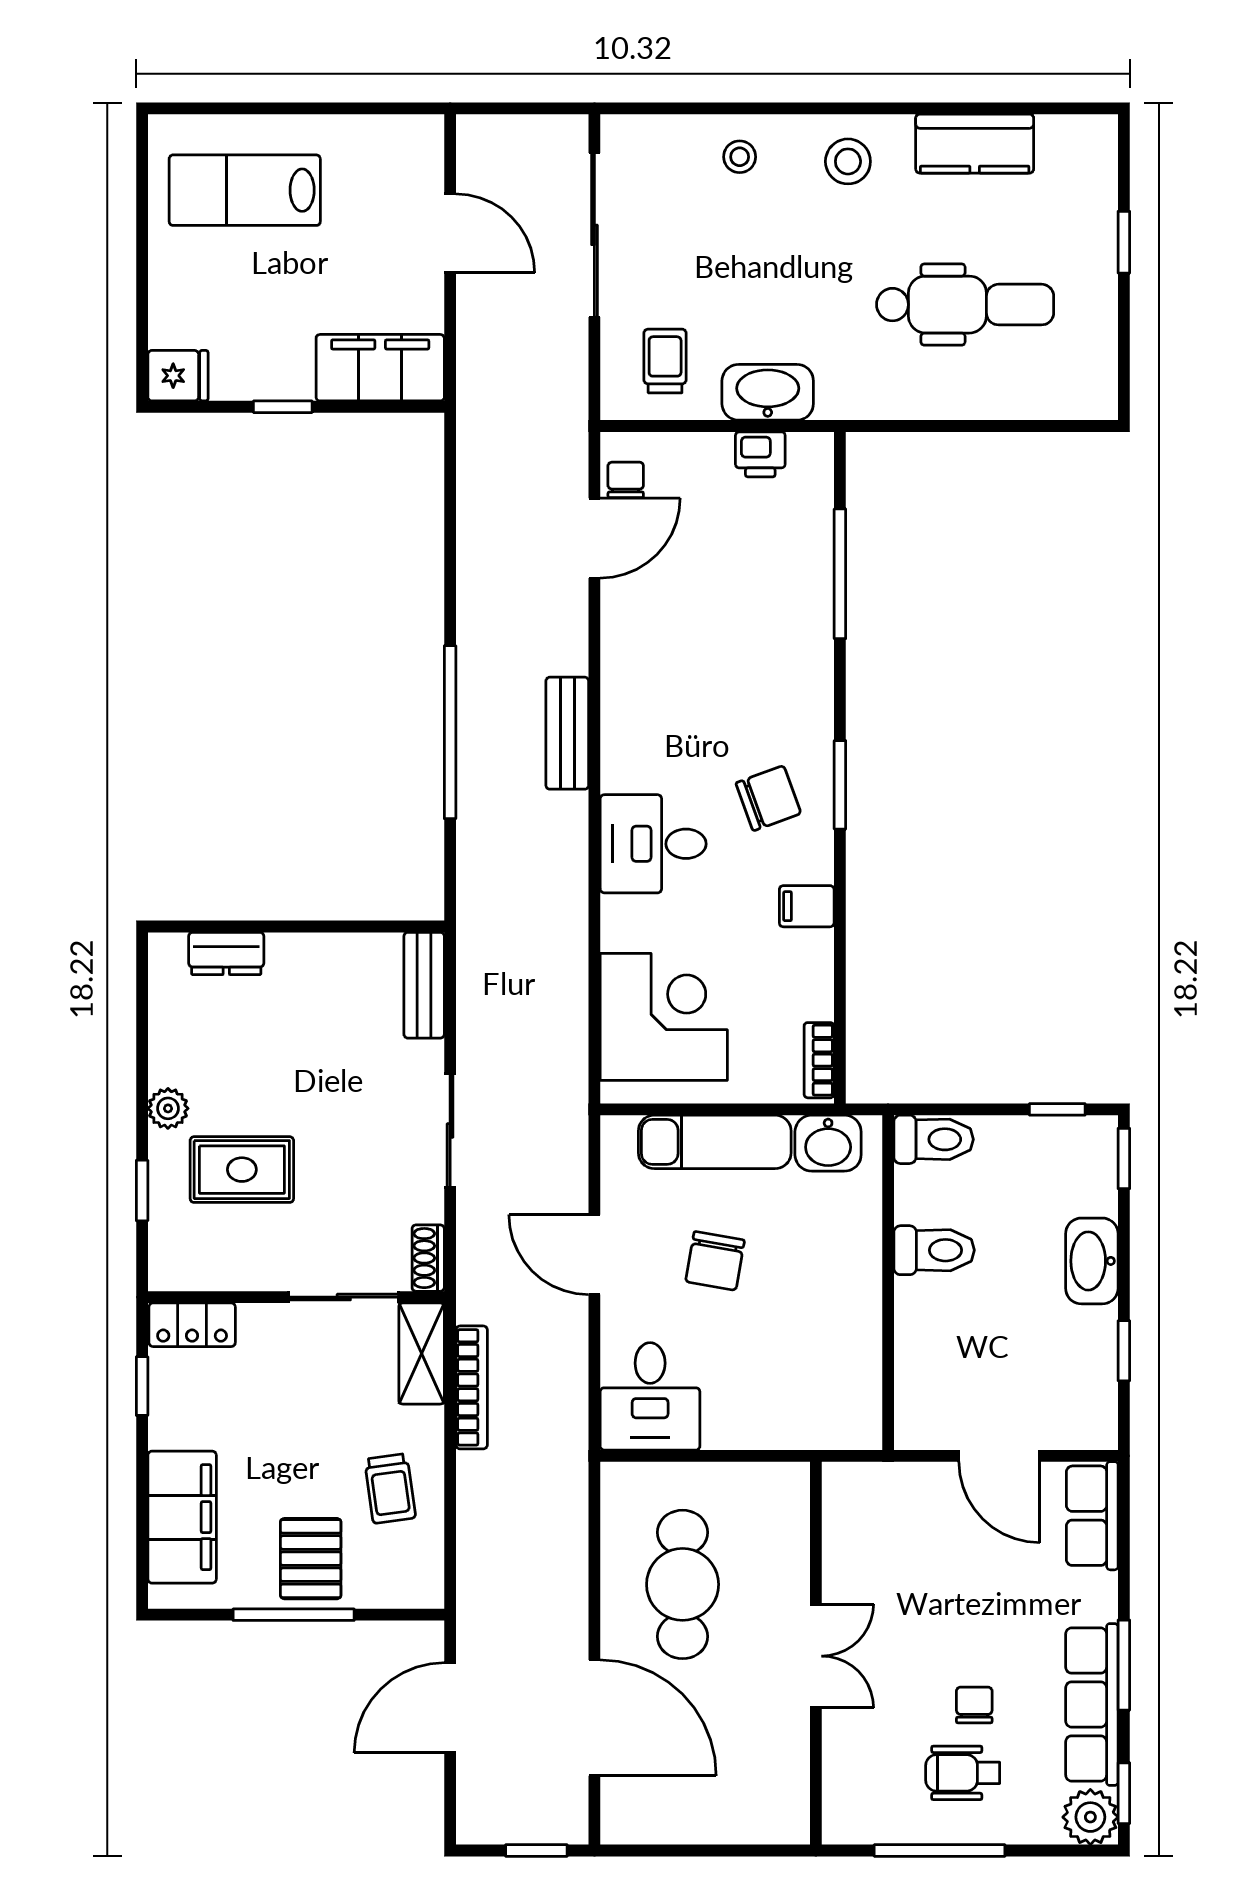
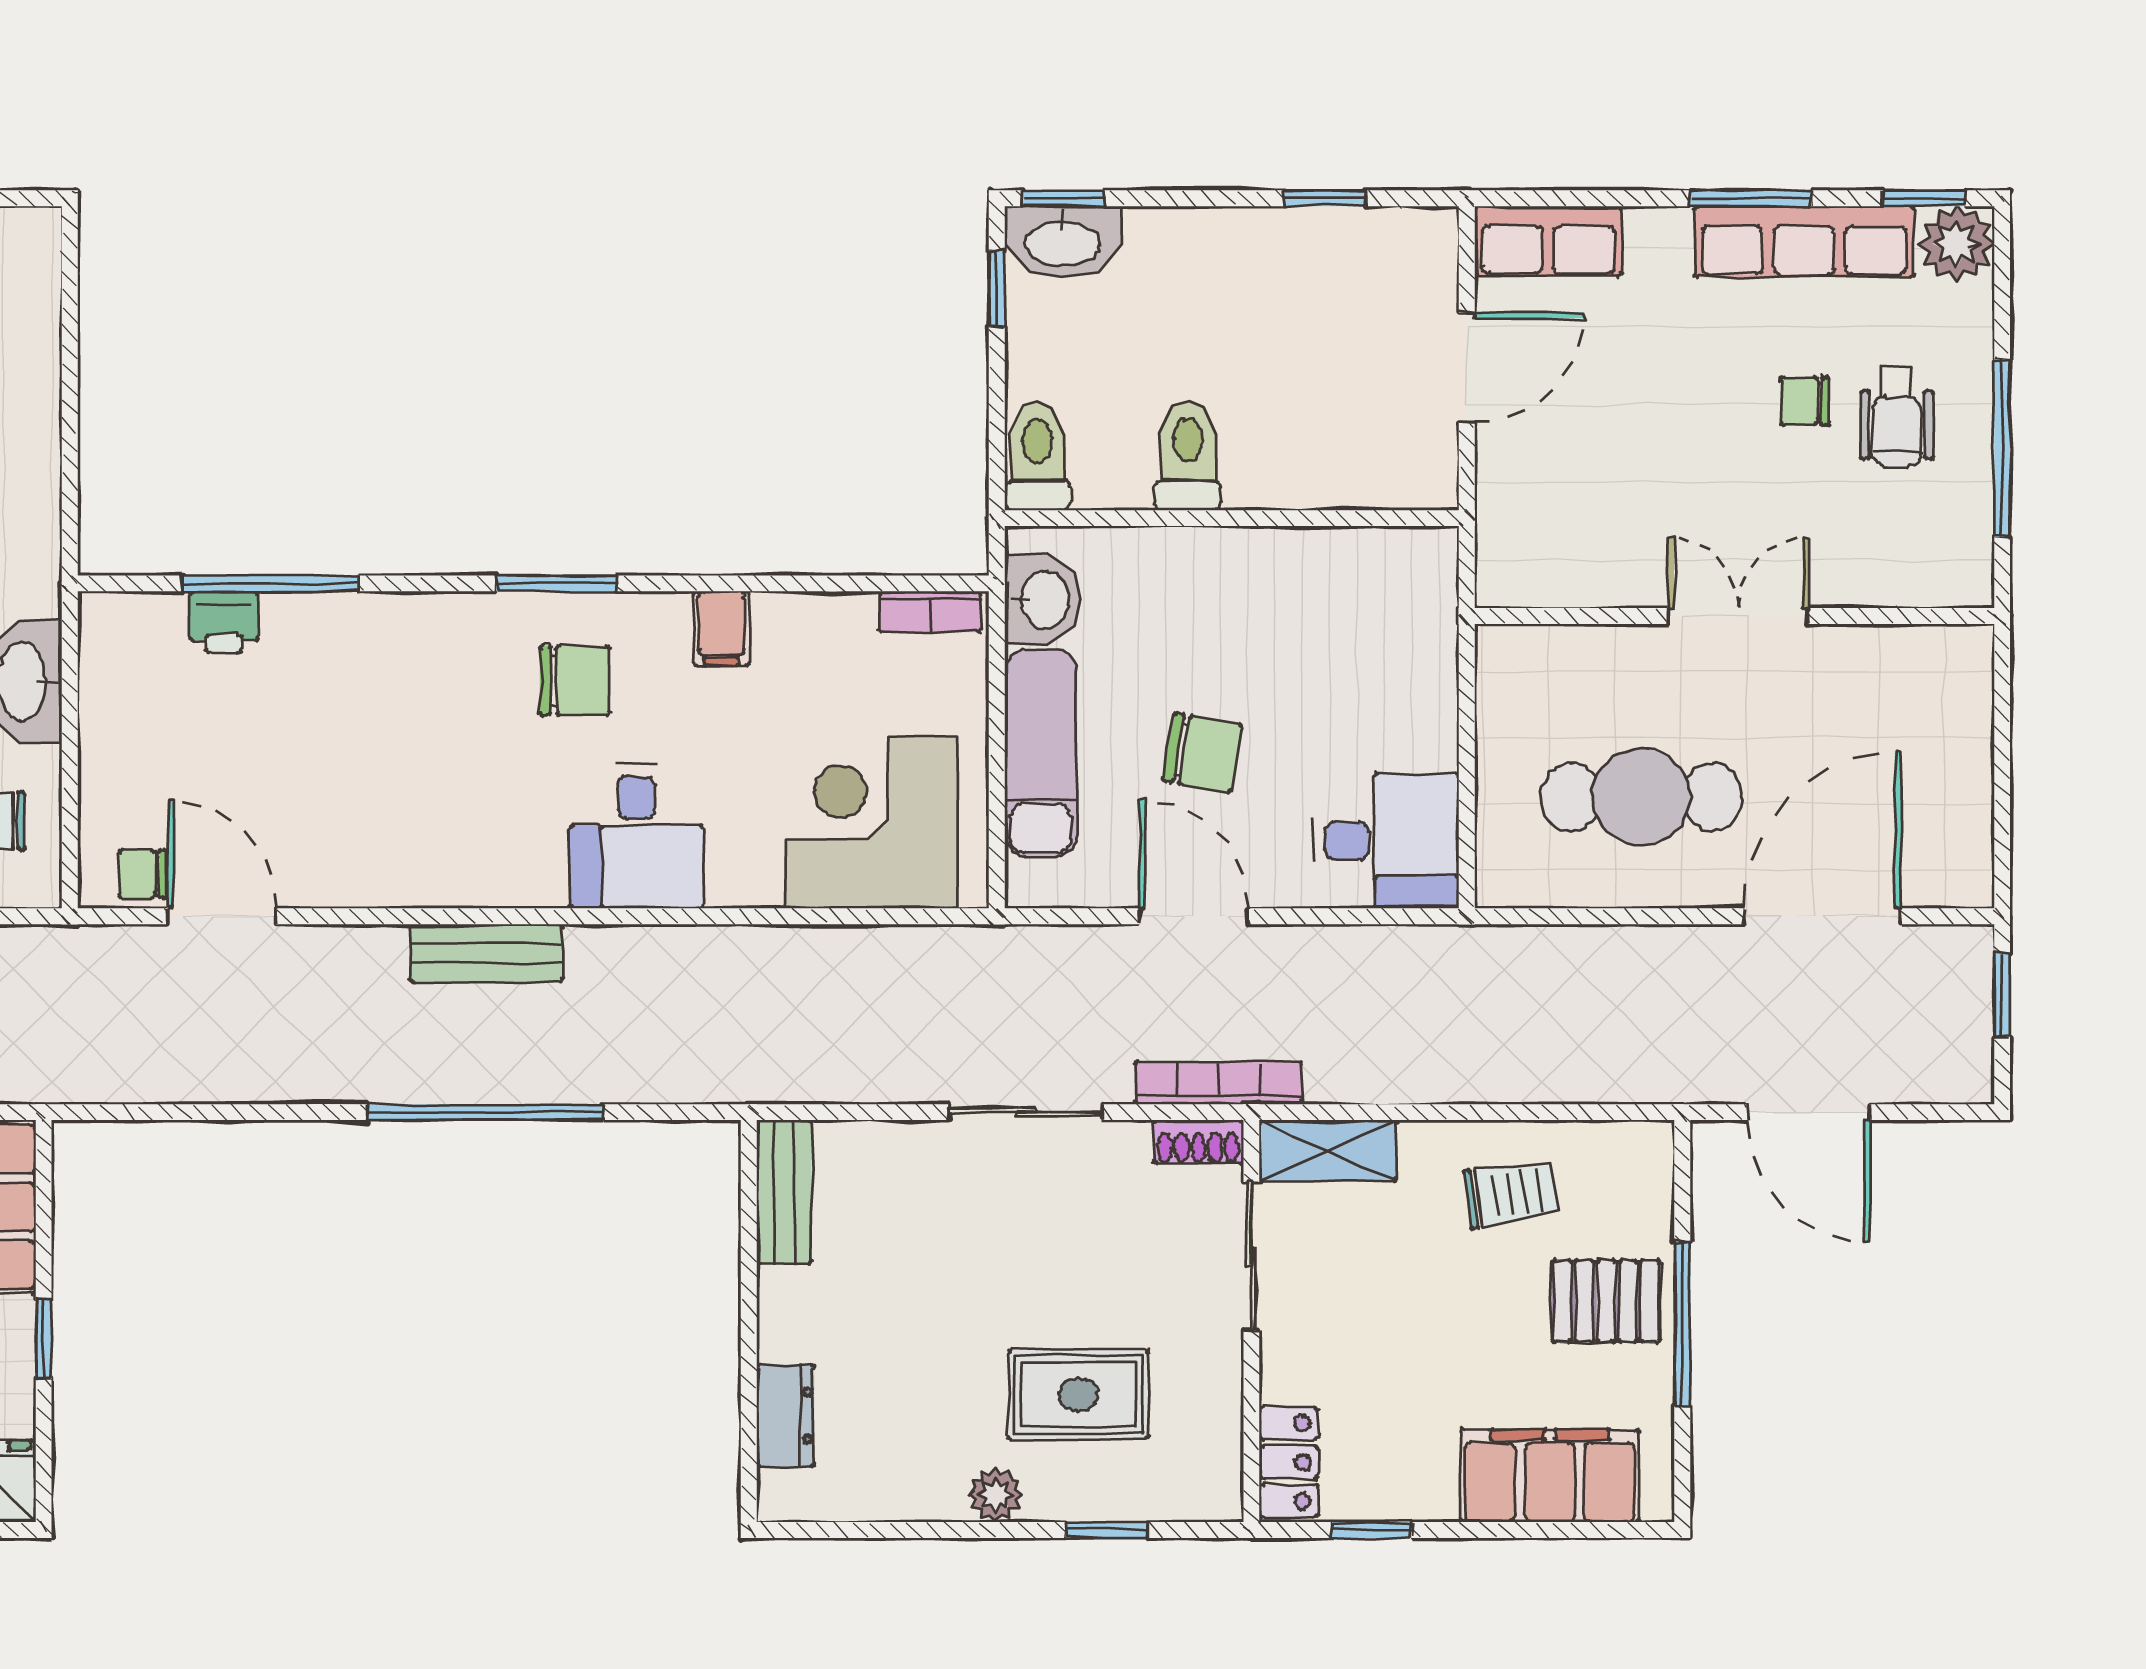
printer: (760, 454) -> (224, 622), moved, turned 90
chair: (768, 798) -> (575, 680), turned 110
bench: (424, 985) -> (784, 1192), moved, turned 90
rug: (242, 1170) -> (1078, 1395), turned 90
door: (594, 1255) -> (1194, 916), swing flipped
washbasin: (1092, 1261) -> (1063, 242), moved
bookcase: (472, 1387) -> (1219, 1083), moved

